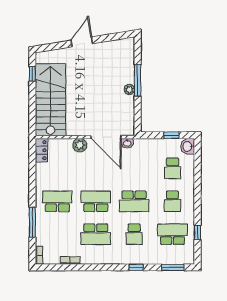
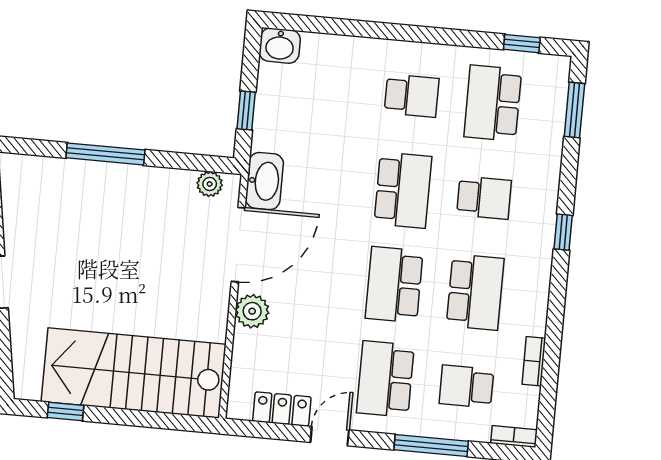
plant: (129, 89) -> (210, 184), moved
window: (171, 135) -> (246, 110), moved
washbasin: (127, 143) -> (264, 181), width x1.91, depth x1.45
locker: (41, 150) -> (282, 409), moved
school desk: (172, 168) -> (466, 387), moved, turned 180
door: (32, 181) -> (330, 436), added
window: (198, 232) -> (522, 44), moved
window: (136, 267) -> (563, 232), moved

